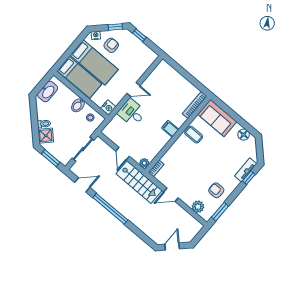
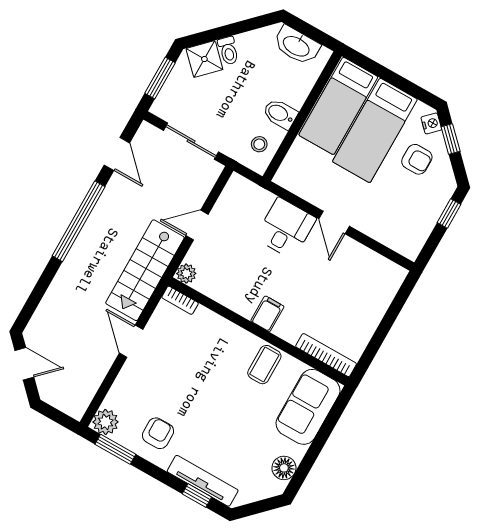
window: (115, 27) -> (451, 139), moved
nightstand: (108, 108) -> (287, 177), removed
tv unit: (246, 170) -> (203, 481), width x1.41
plant: (198, 207) -> (106, 422), moved

